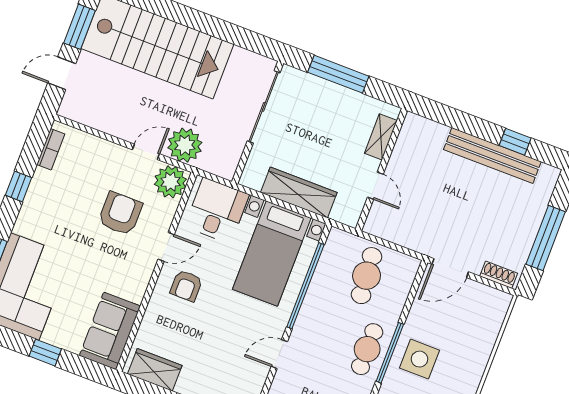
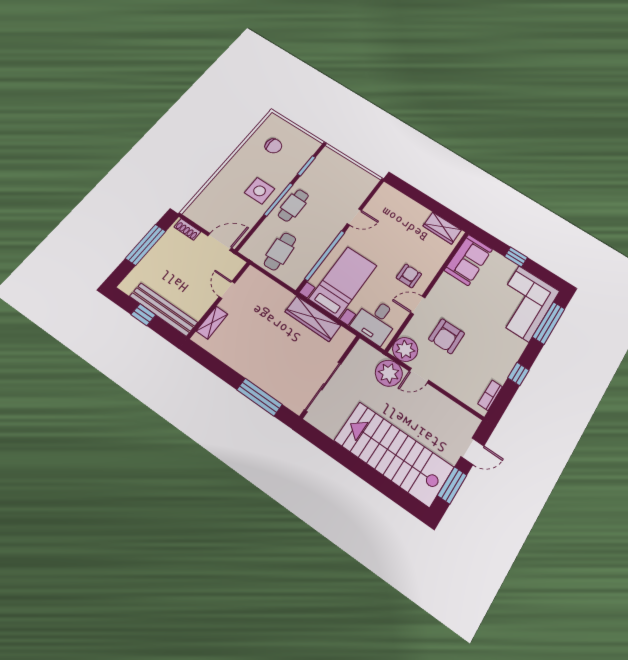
shelving: (381, 137) -> (212, 323), moved
wall: (382, 170) -> (219, 300), moved
door: (375, 186) -> (227, 290), moved

